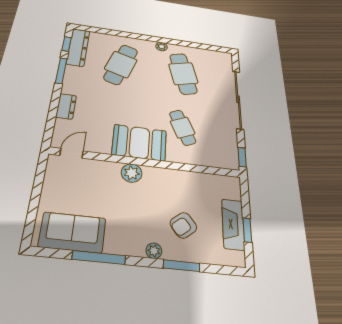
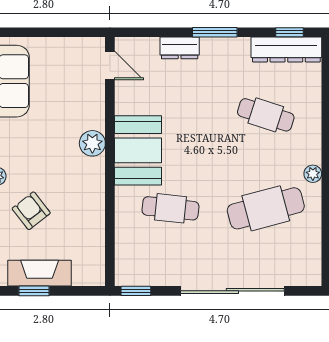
cafe table: (121, 64) -> (266, 115), width x0.73, depth x0.74
window: (61, 71) -> (215, 32), moved
cafe table: (183, 128) -> (170, 208), turned 30

